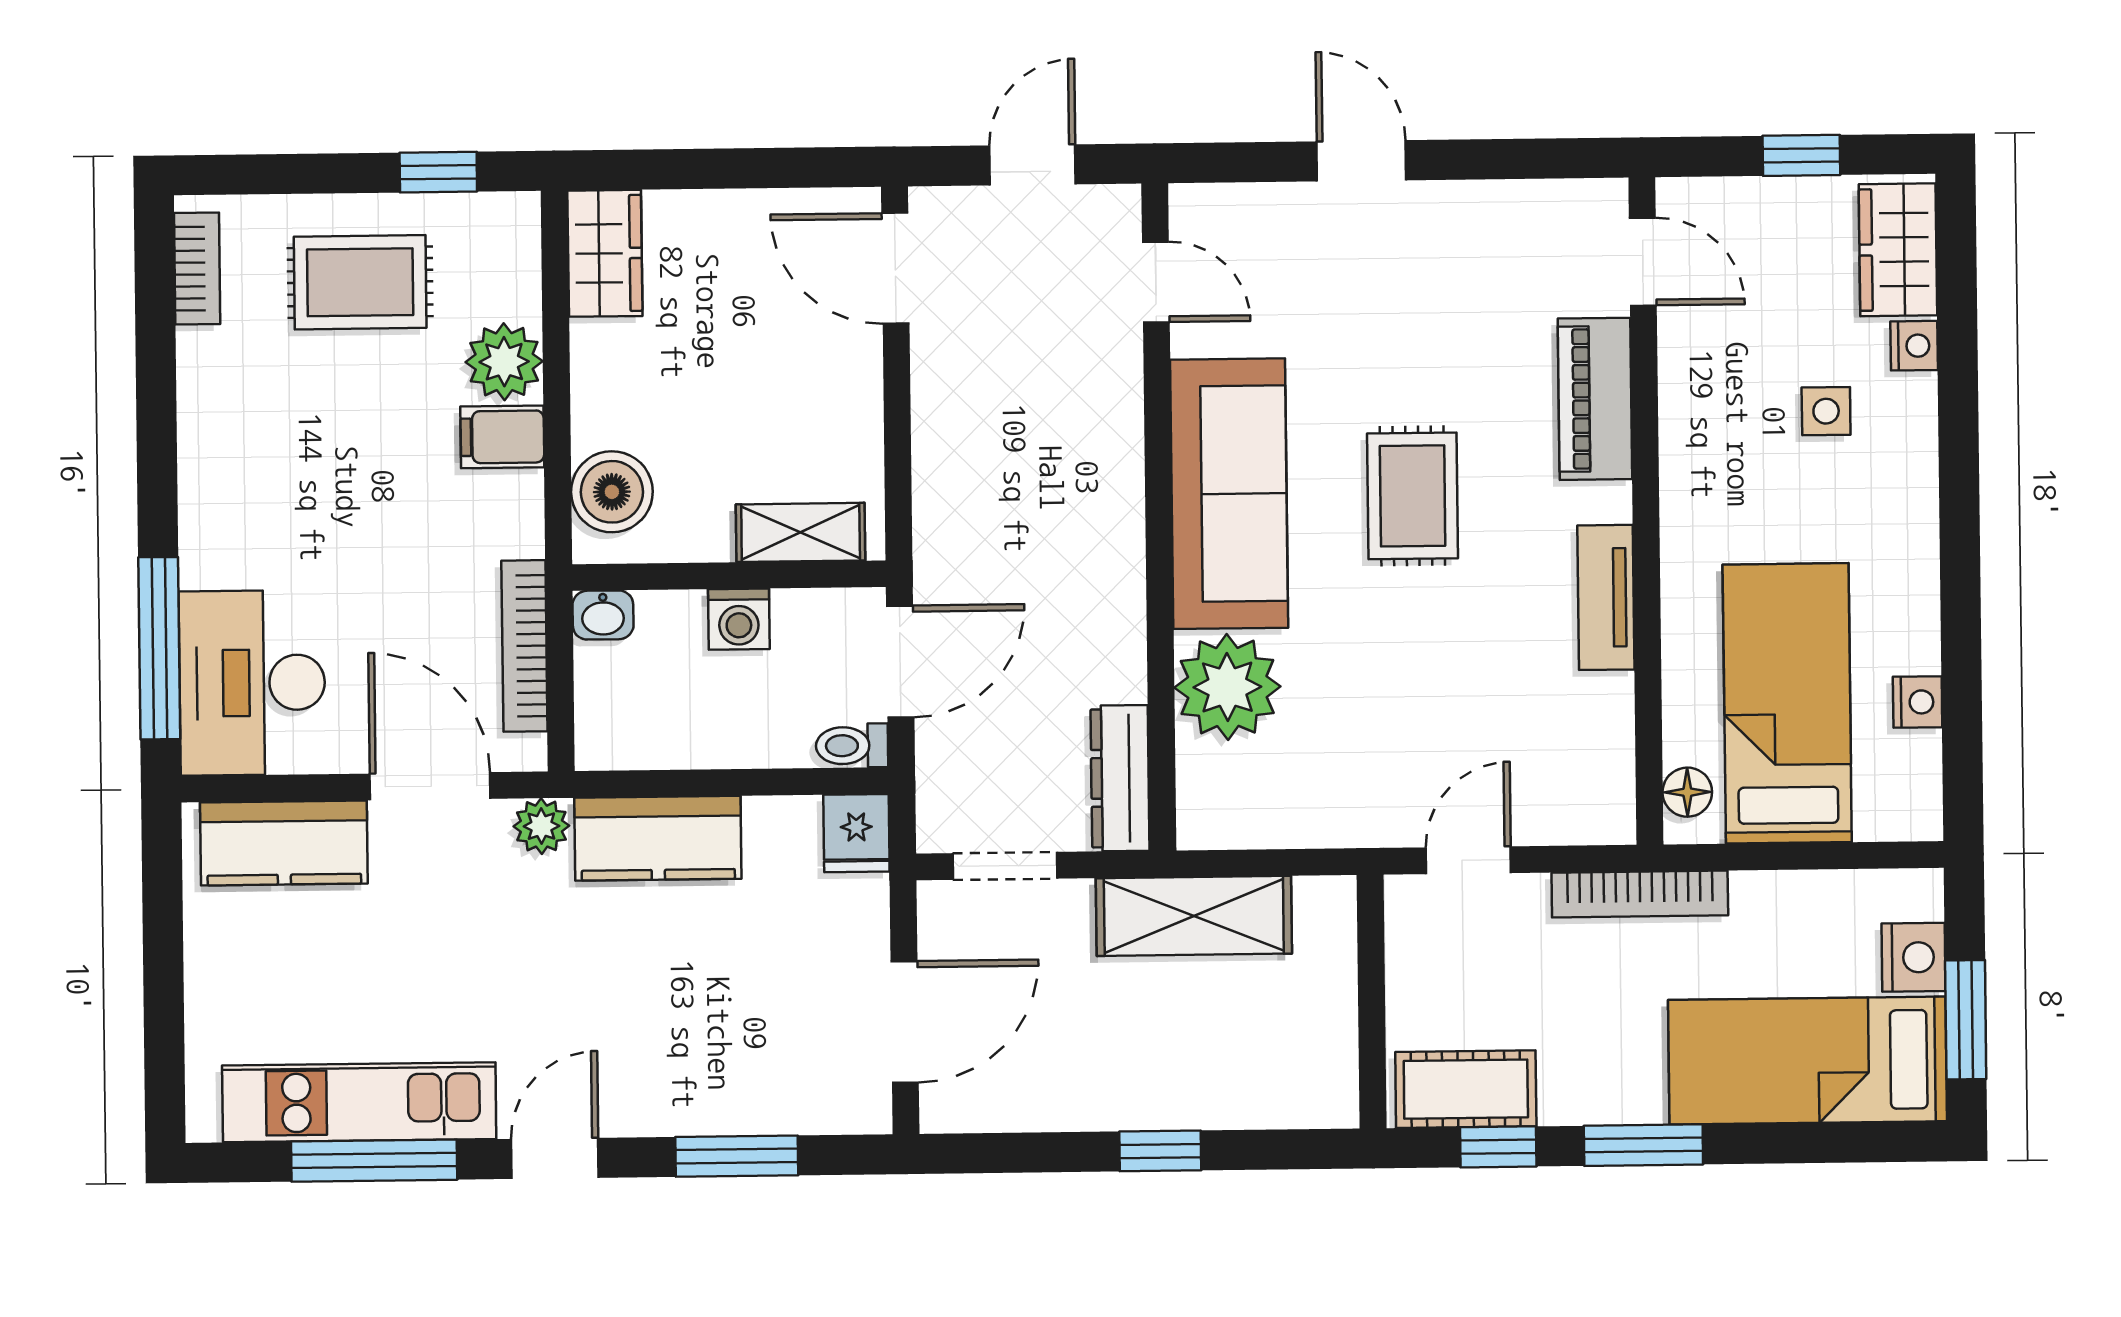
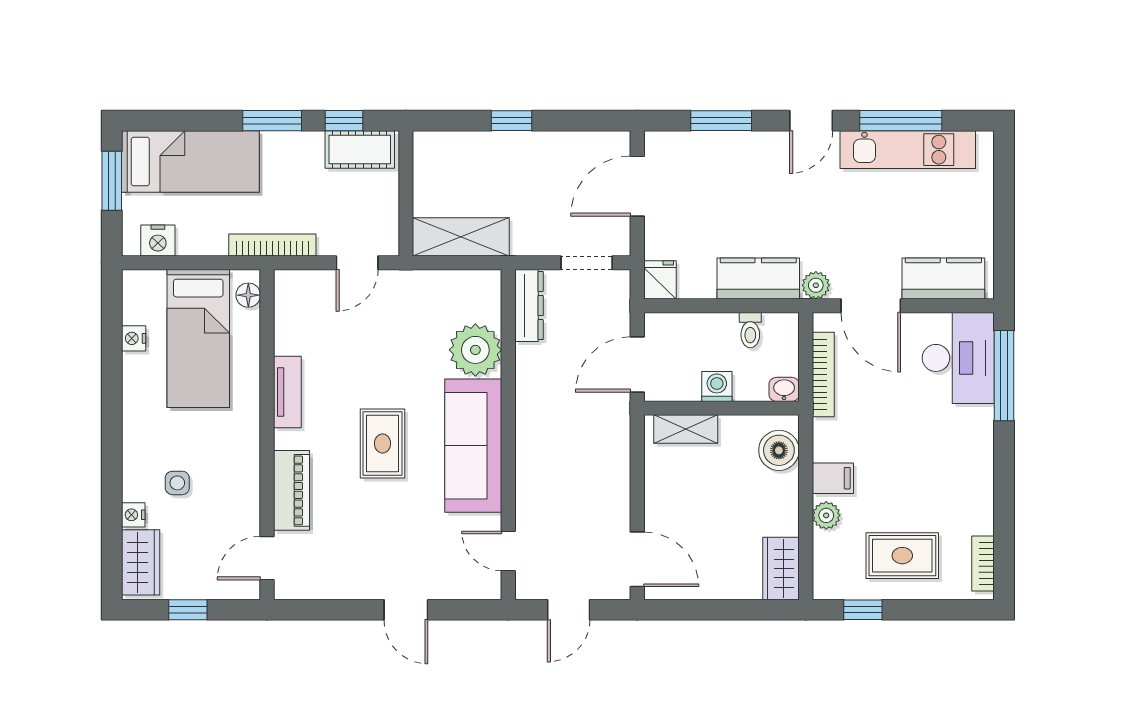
door: (1643, 262) -> (267, 558), hinge flipped
plant: (504, 362) -> (826, 515), width x0.73, depth x0.73
toilet: (852, 746) -> (750, 330), moved, turned 90
shelving: (1194, 916) -> (461, 237), moved
nightstand: (1913, 957) -> (158, 241), moved, turned -90

